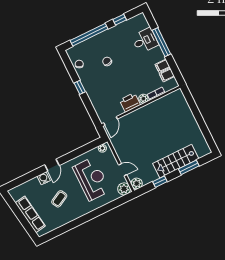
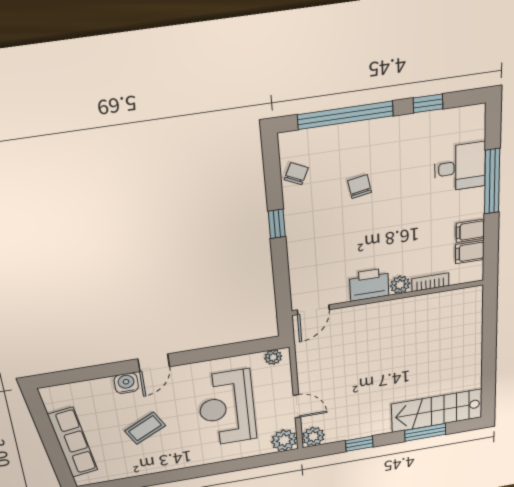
stairs: (176, 161) -> (437, 411), moved
reception desk: (92, 179) -> (227, 408), turned 180

